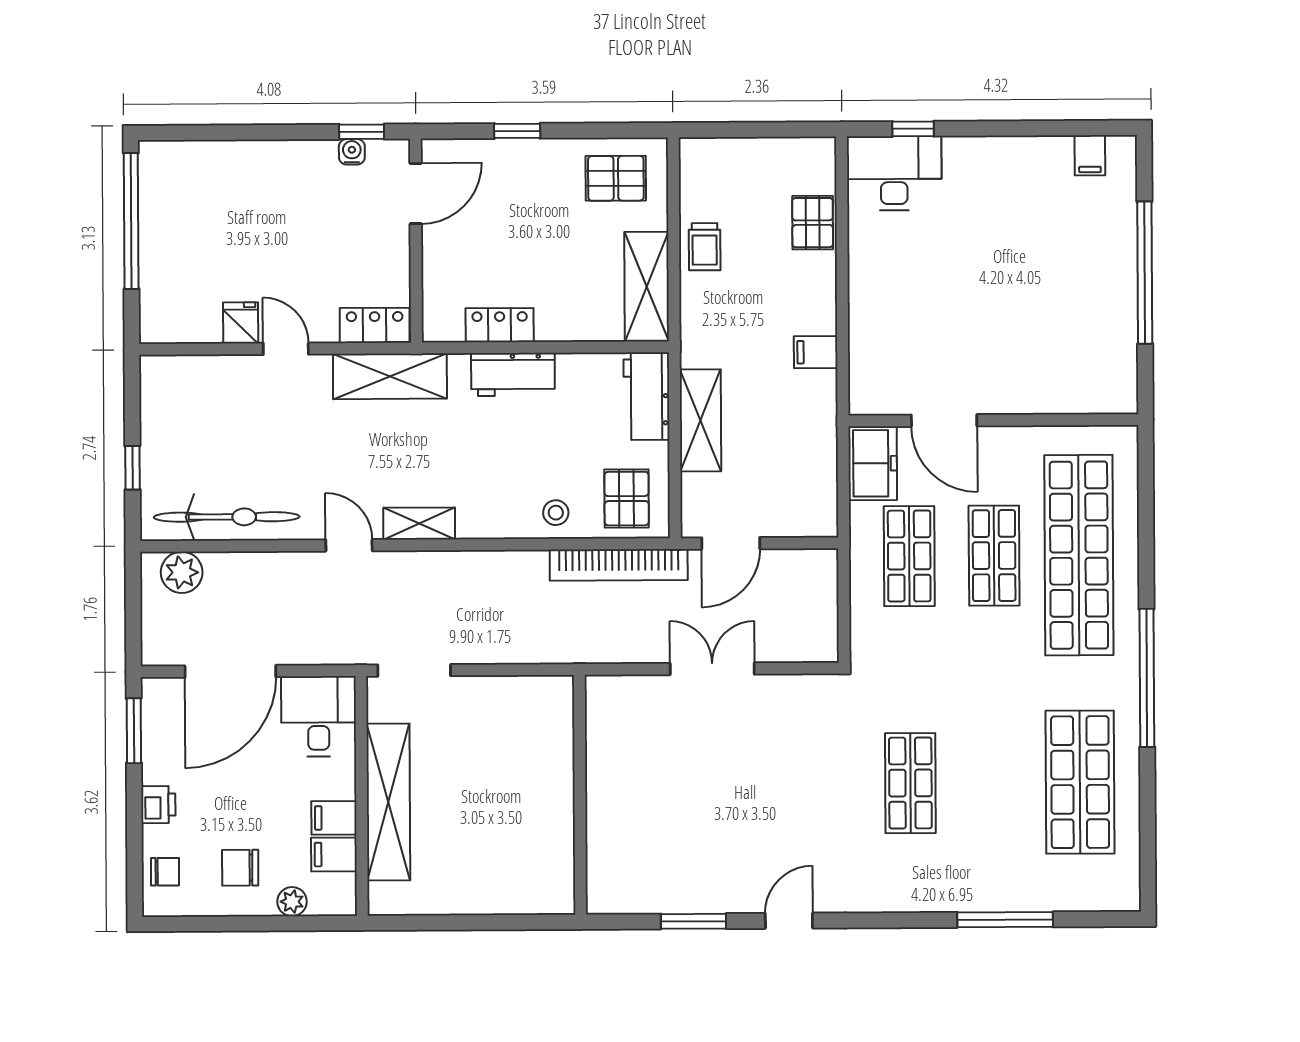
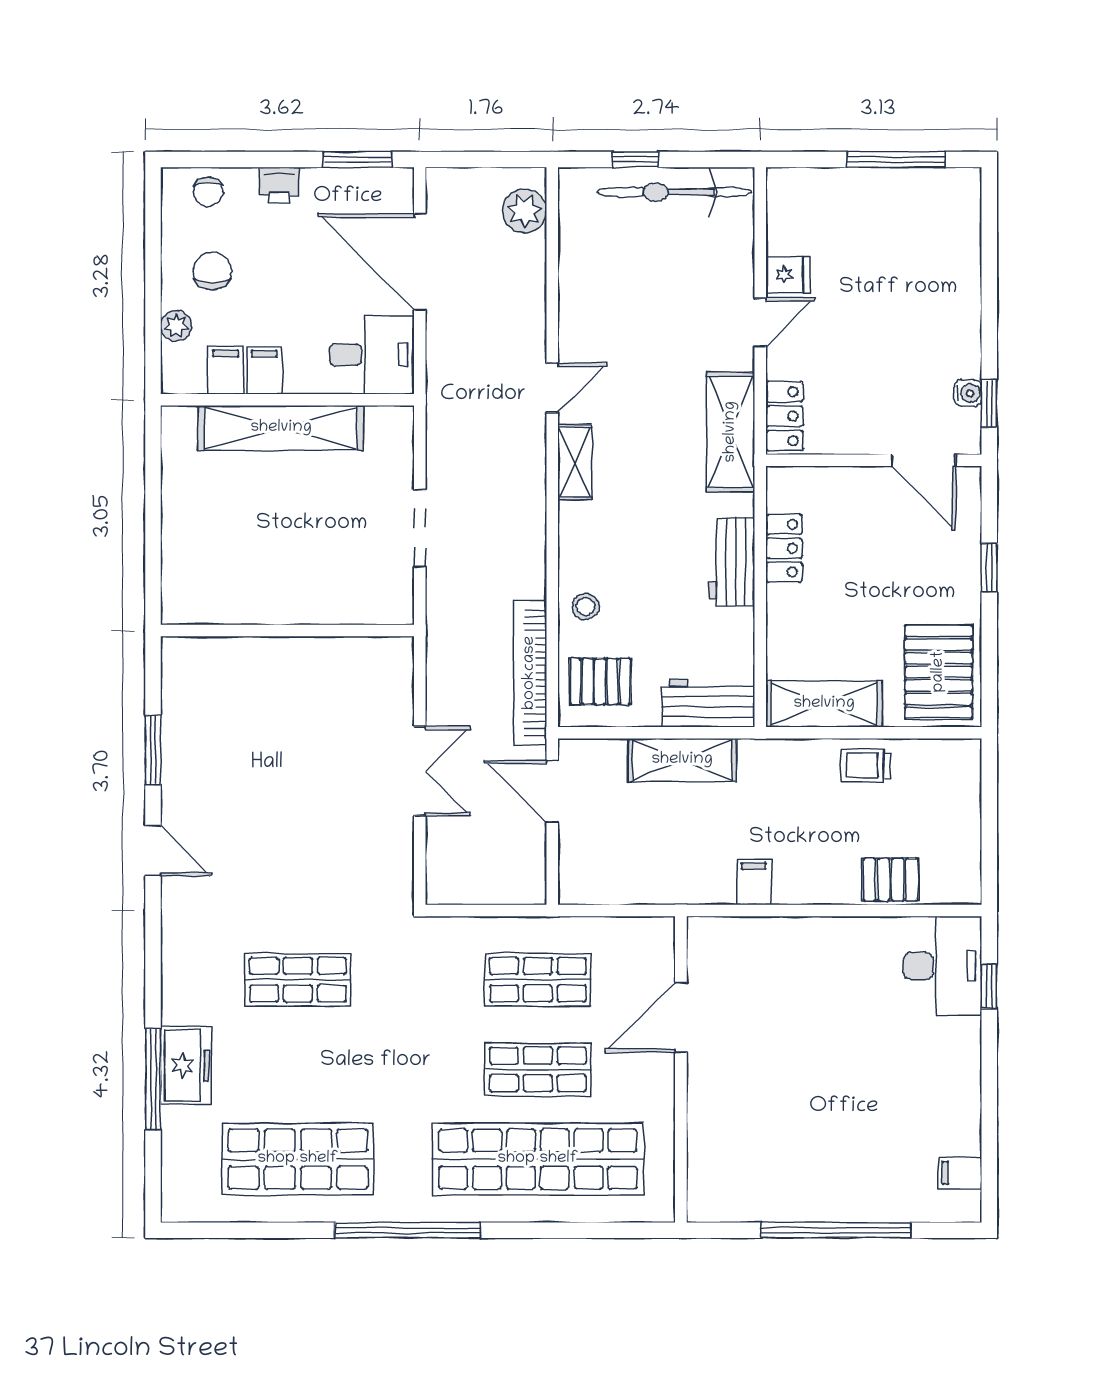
pallet: (616, 178) -> (939, 672), width x1.50, depth x1.42
window: (131, 221) -> (896, 160), width x0.68
freezer: (873, 463) -> (186, 1065), moved, turned -90
bicycle: (227, 517) -> (674, 192), moved, turned 90
doorway: (414, 670) -> (420, 528), moved

